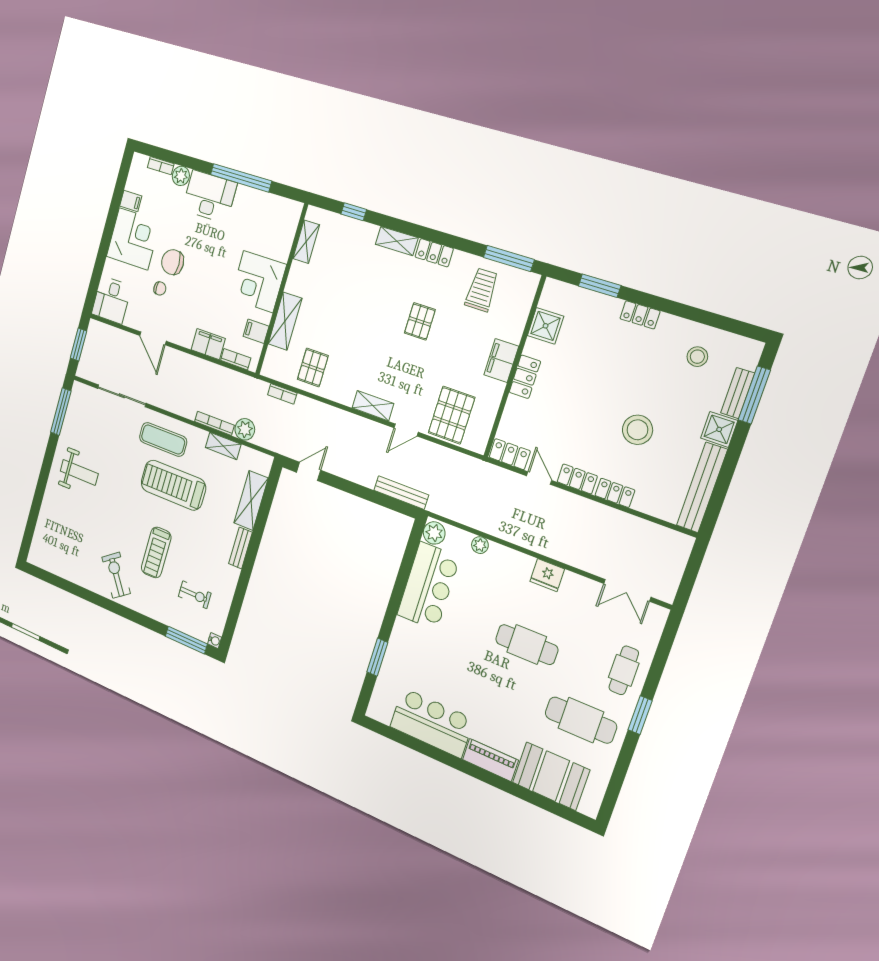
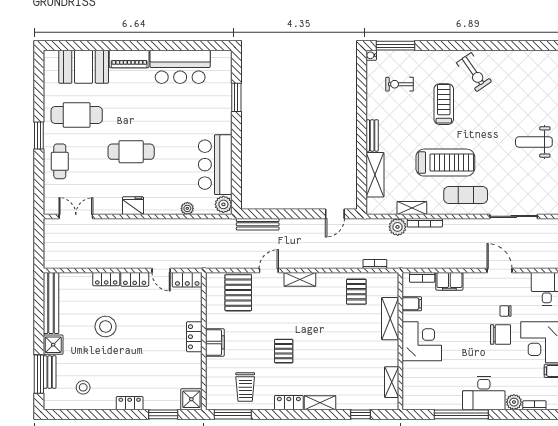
shower: (546, 326) -> (191, 399), moved

